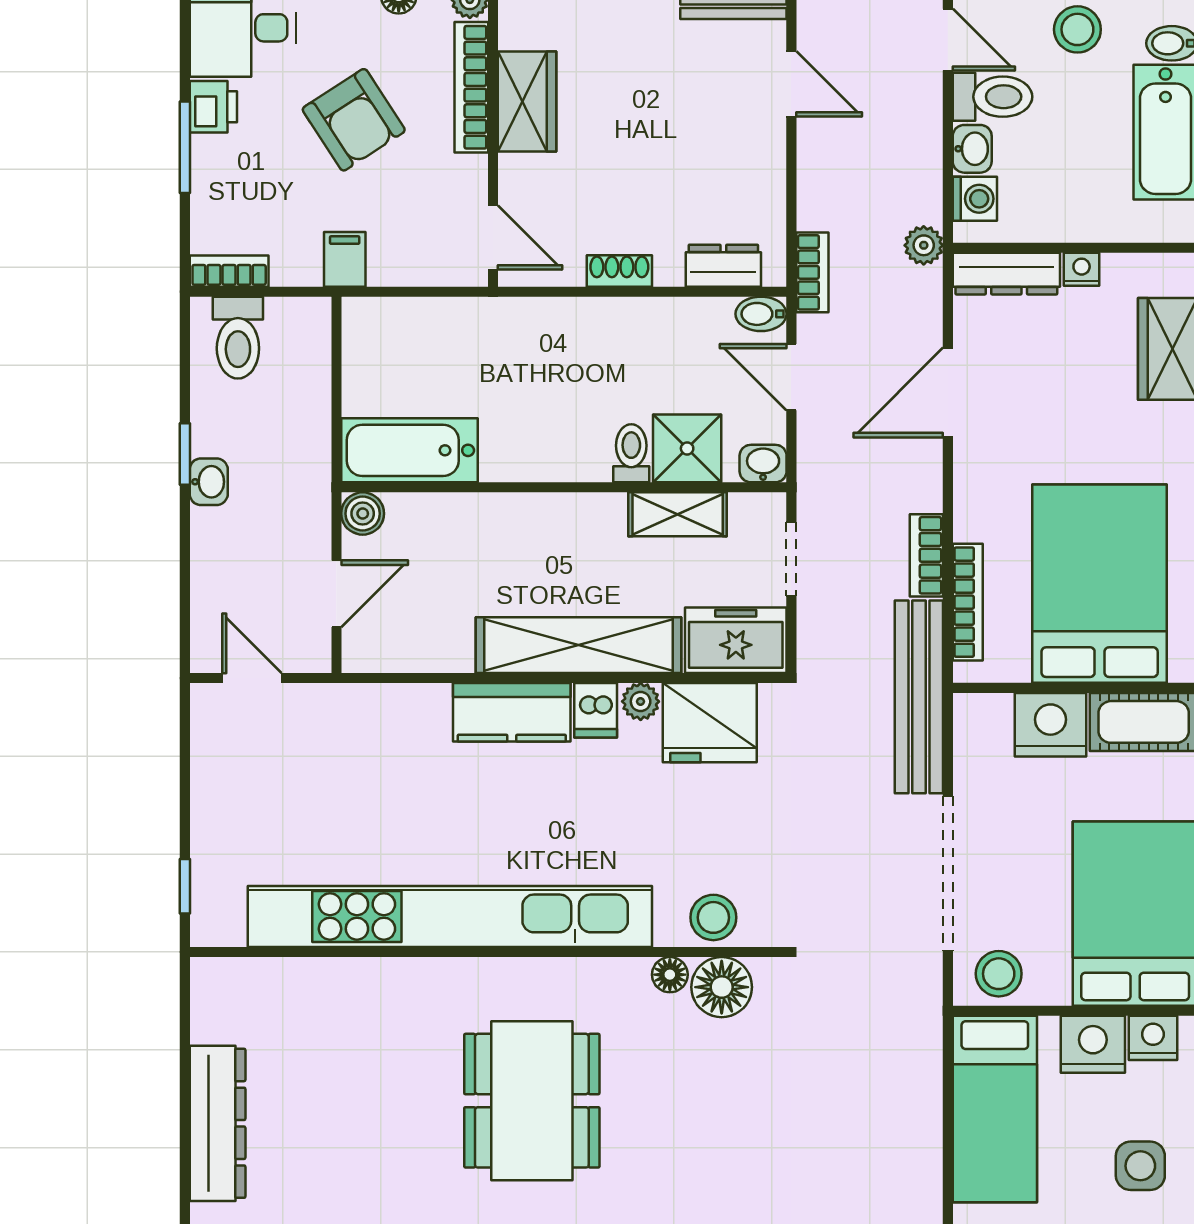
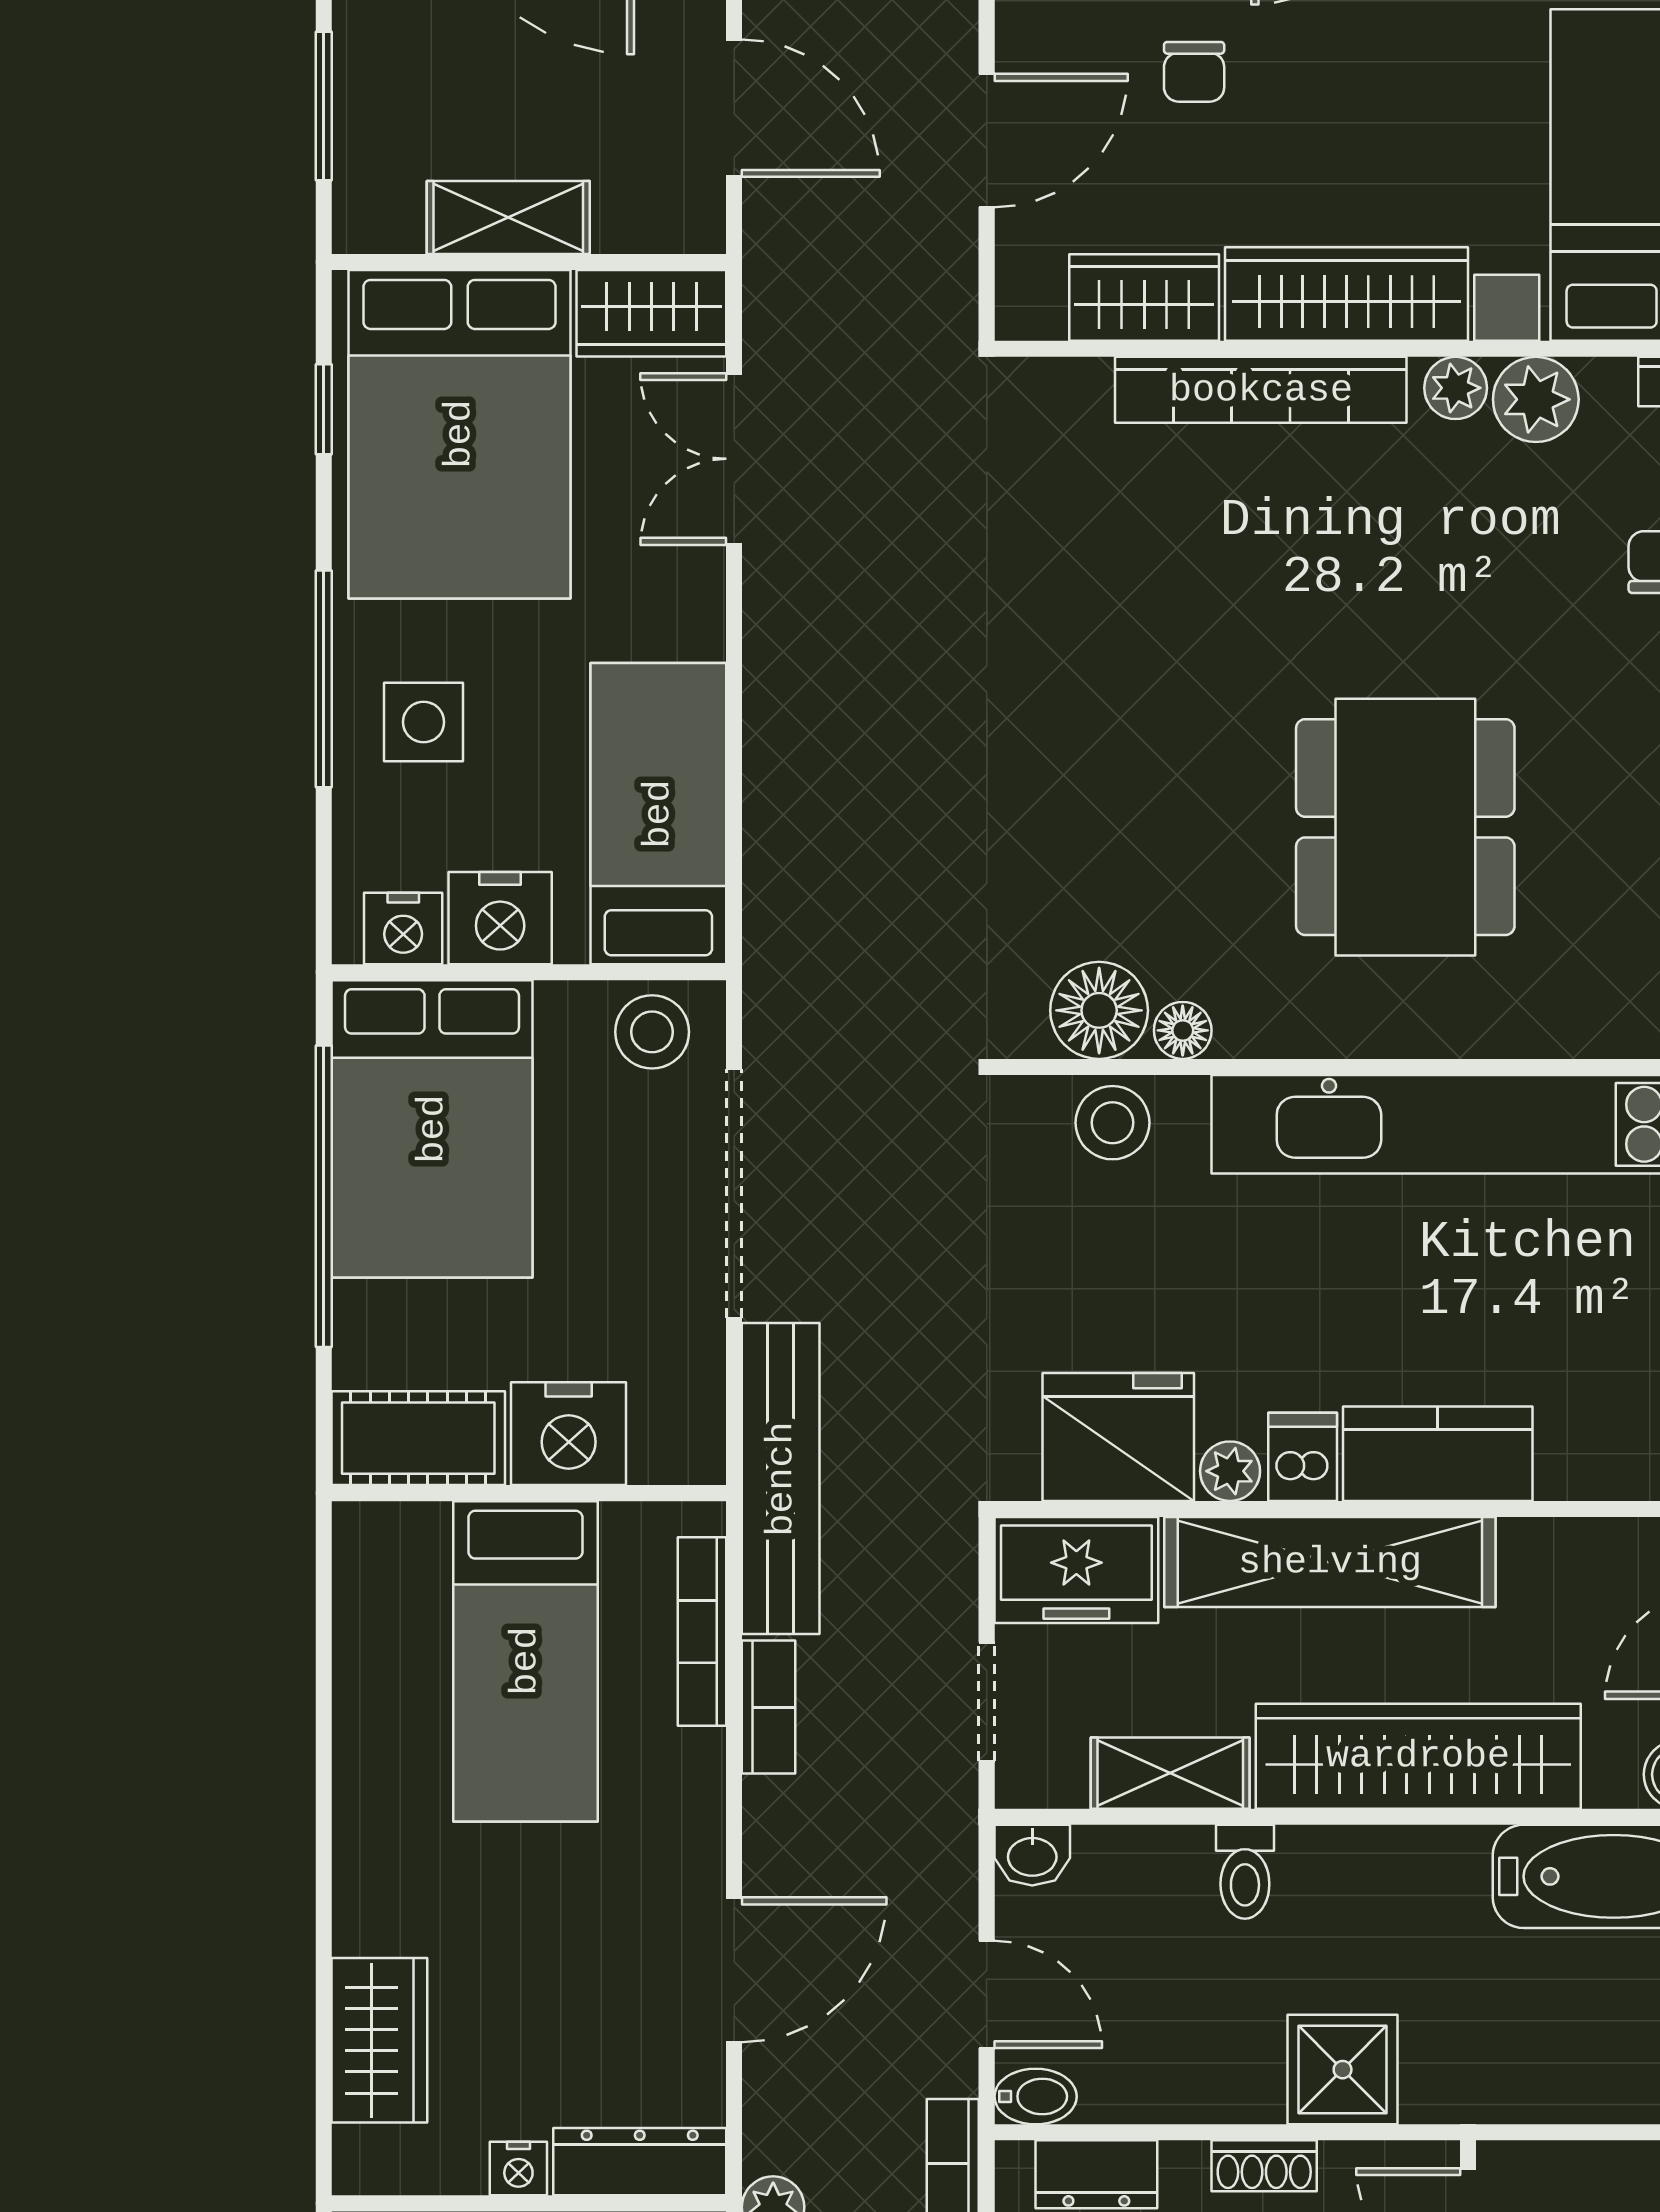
shower: (687, 448) -> (1343, 2070), moved
wardrobe: (524, 525) -> (1418, 1756), added
bed: (1100, 584) -> (525, 1661), width x0.67

